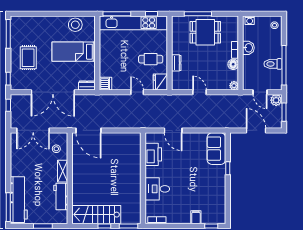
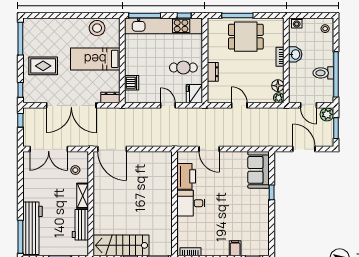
rug: (28, 58) -> (43, 66), turned 90
floor lamp: (233, 64) -> (278, 86), moved
dishwasher: (106, 84) -> (132, 83), moved
desk: (157, 189) -> (191, 203), moved

